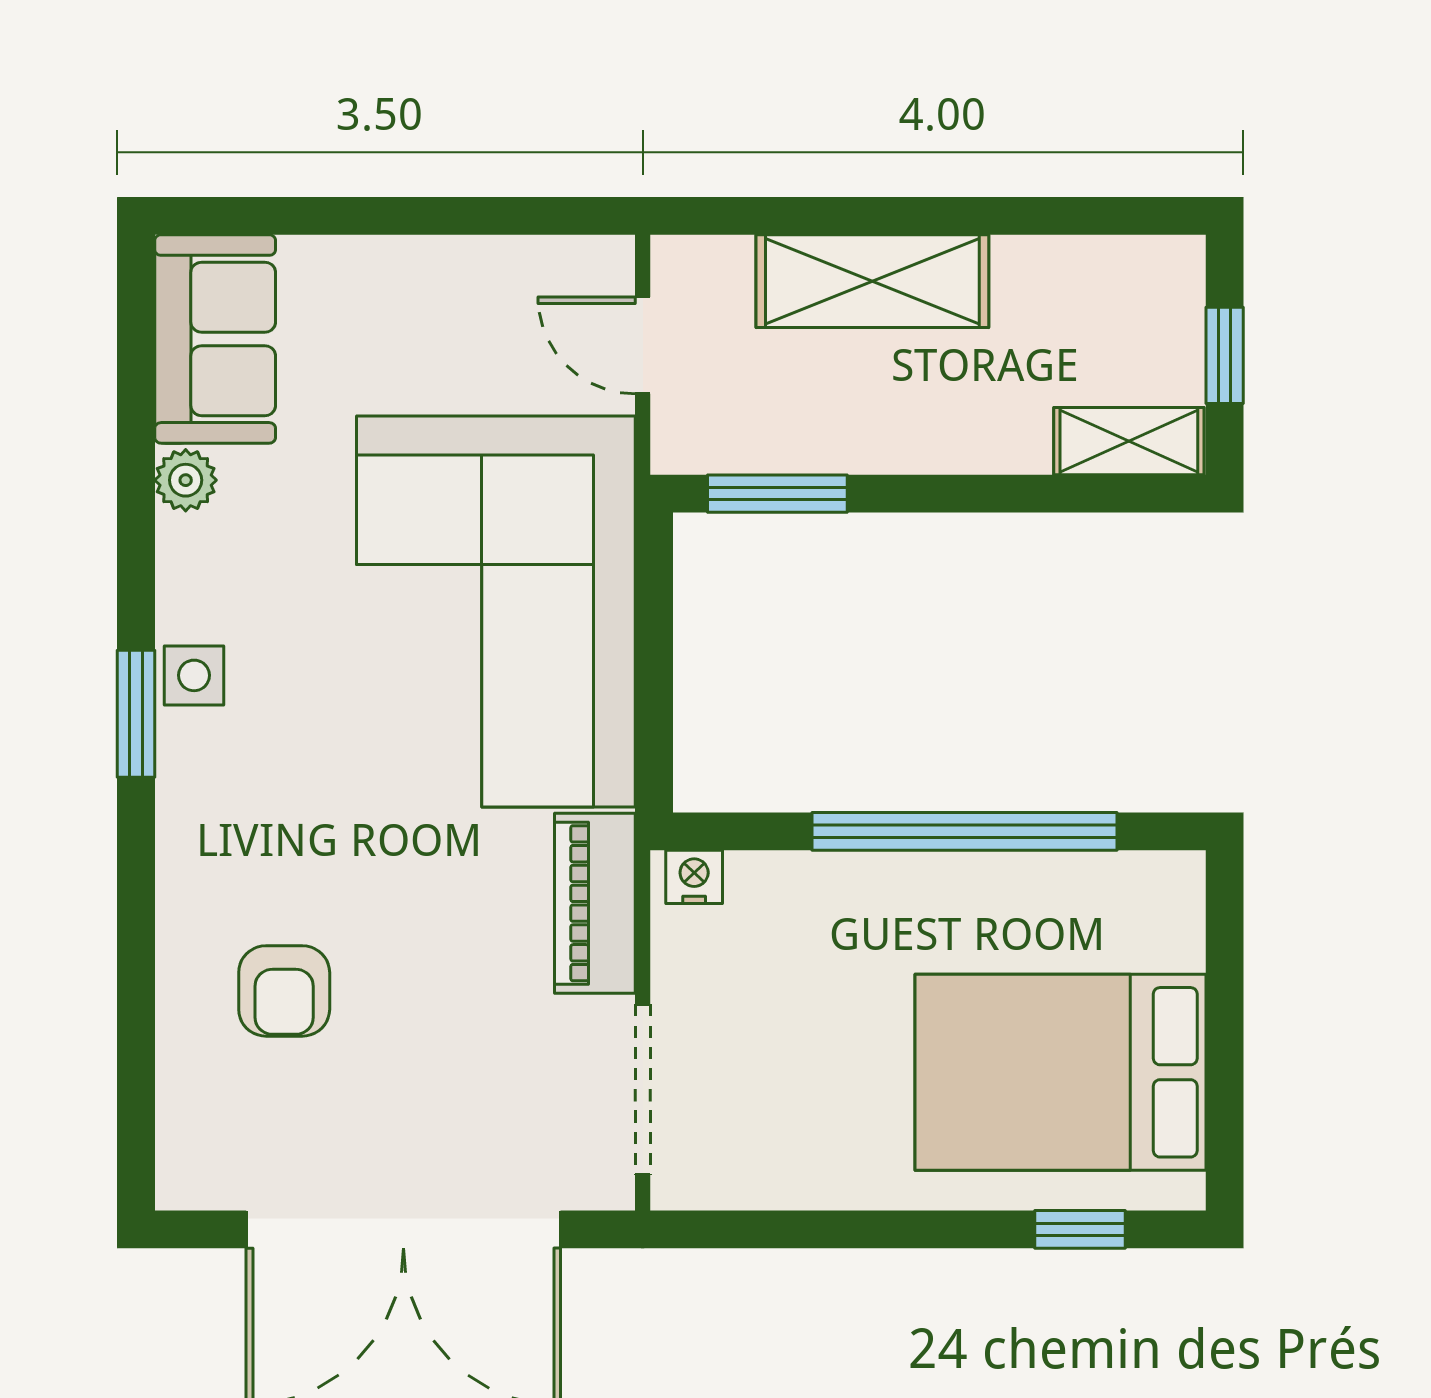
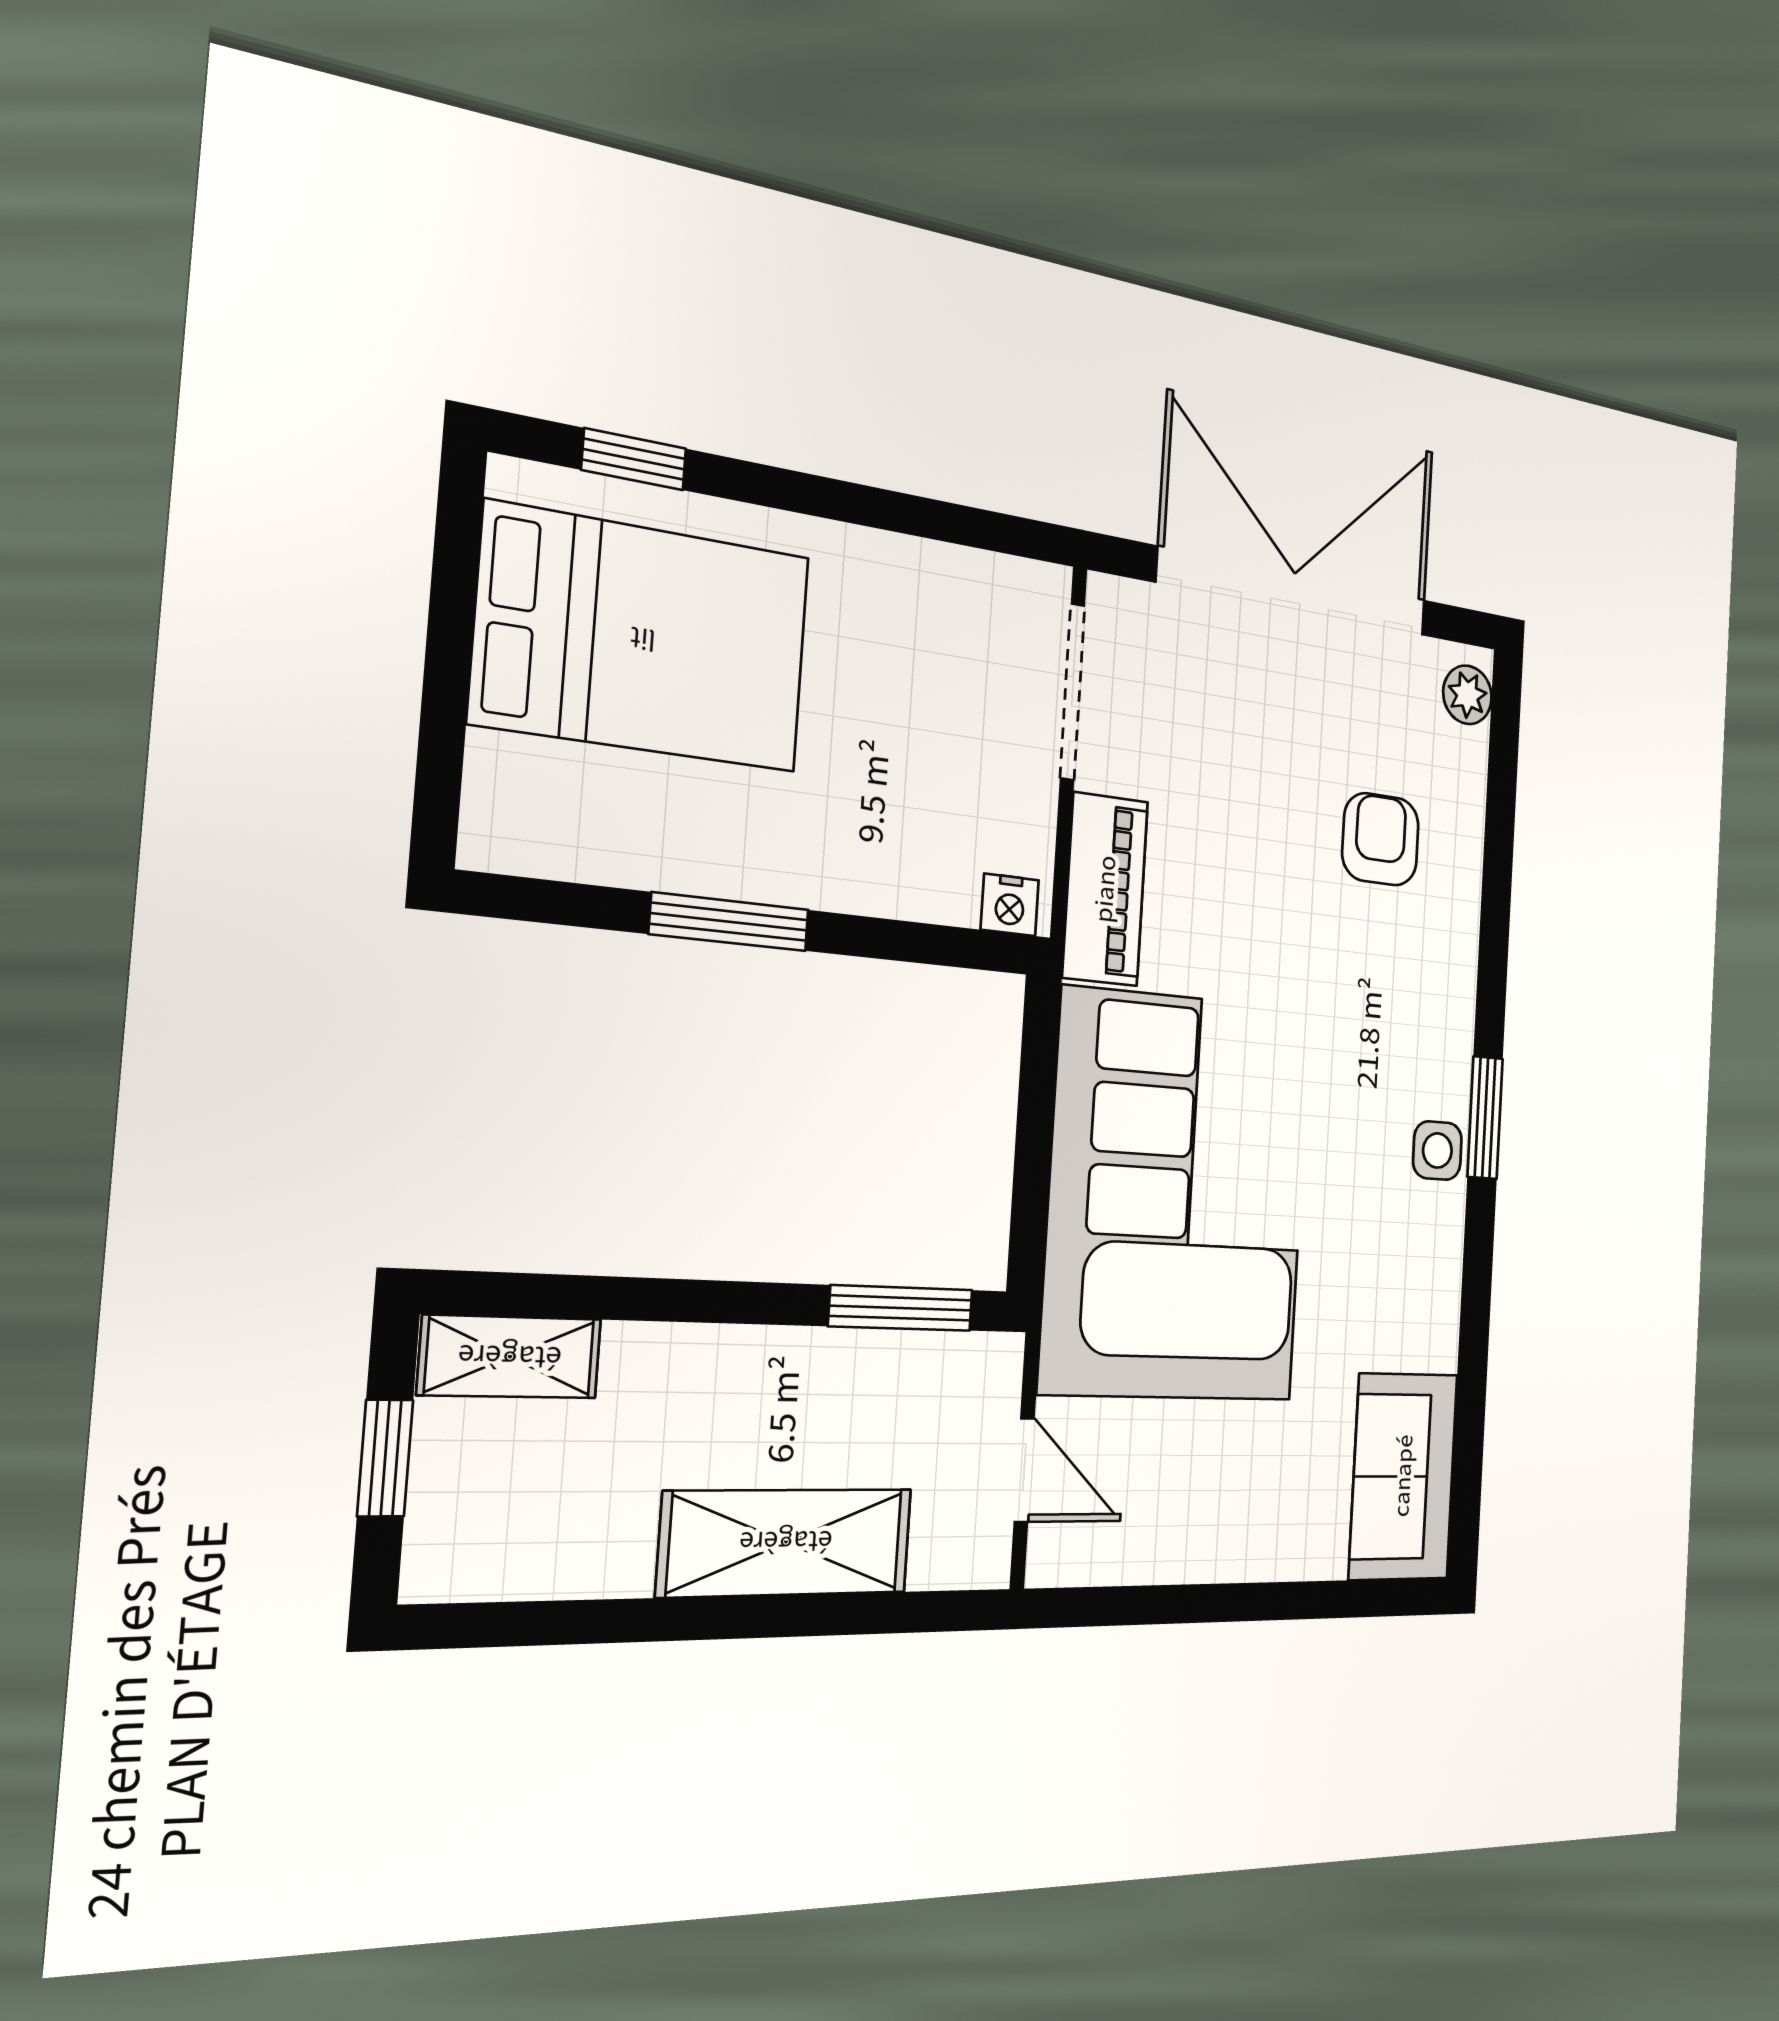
plant: (186, 480) -> (1467, 695), moved
window: (965, 831) -> (729, 922), width x0.47

